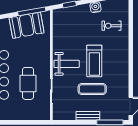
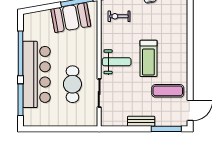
exercise bike: (112, 26) -> (119, 16), moved
exercise mat: (92, 89) -> (168, 91), moved

